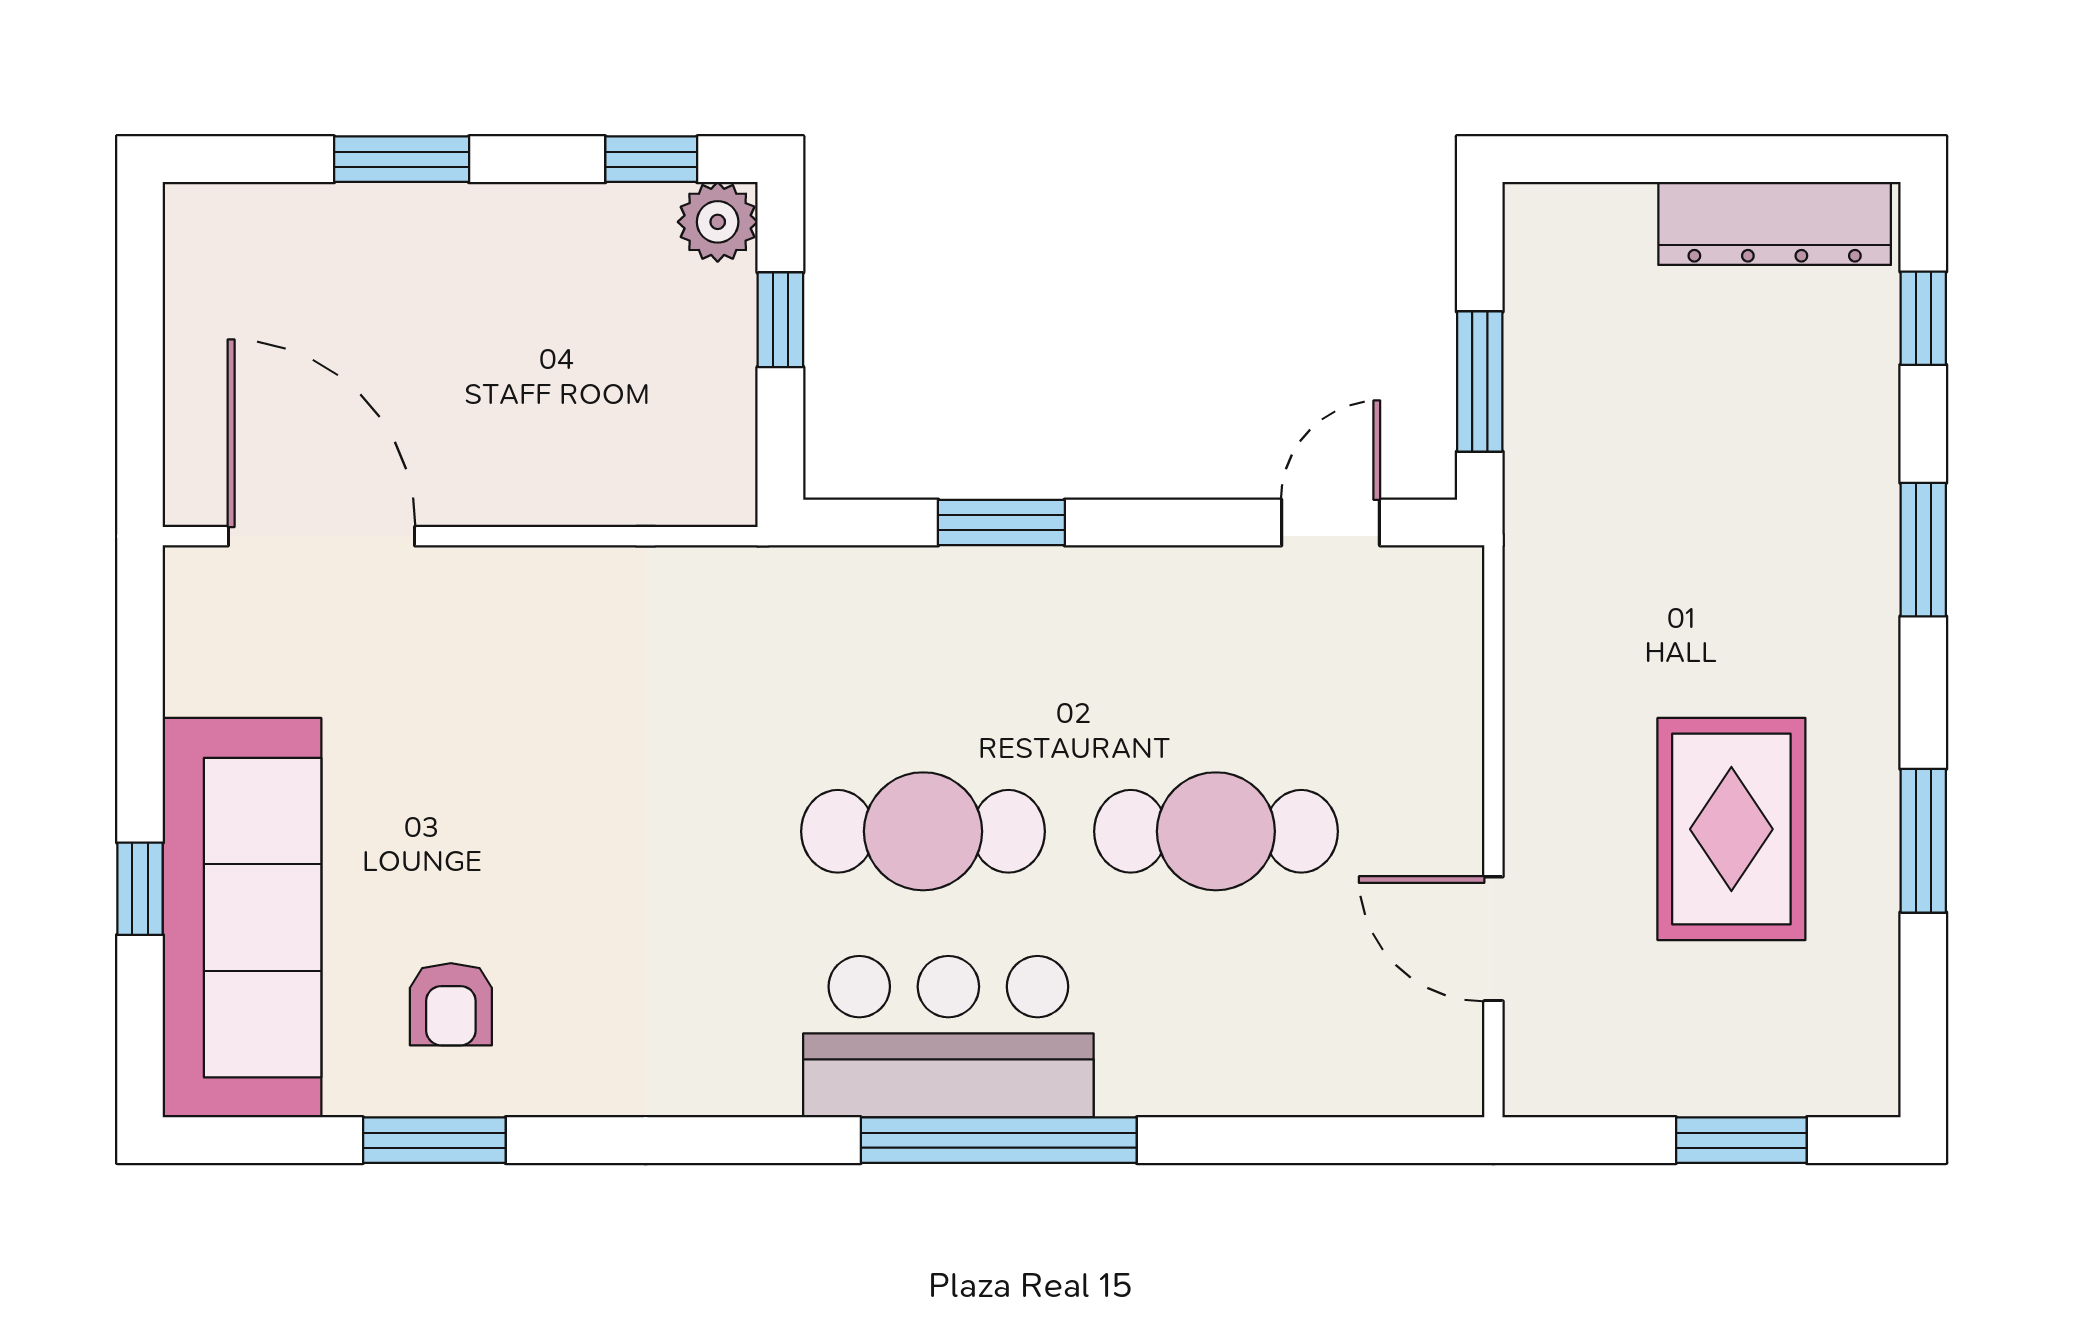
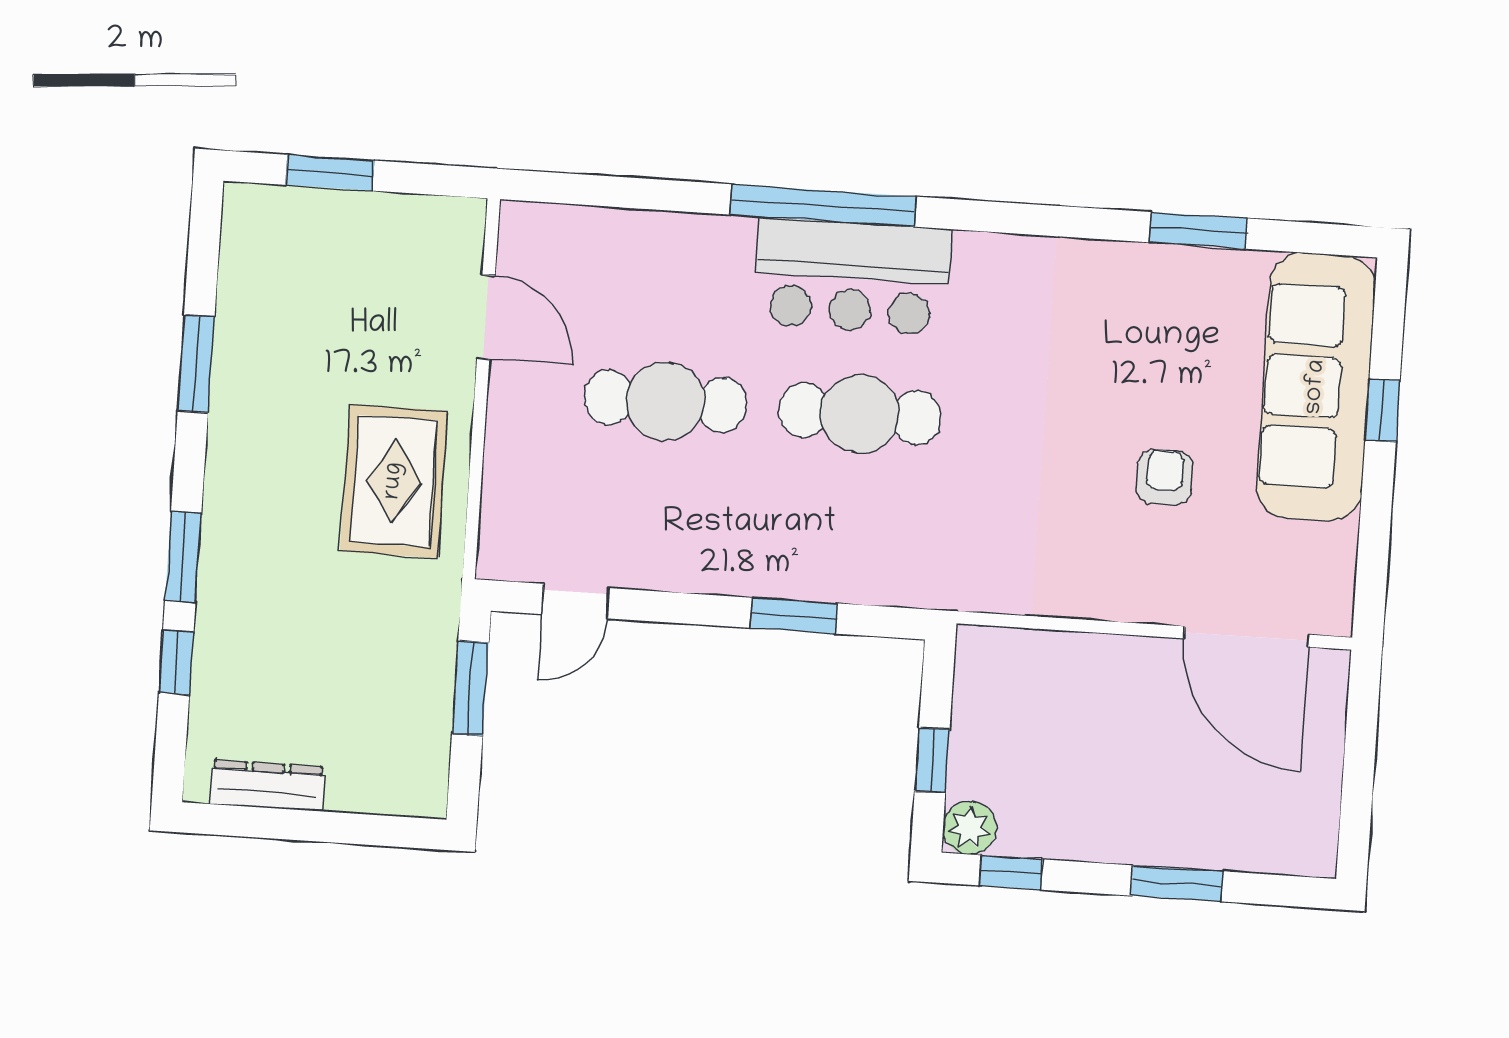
dresser: (1775, 223) -> (267, 786), width x0.73, depth x0.80
window: (1923, 318) -> (176, 662), moved
rug: (1731, 829) -> (394, 481), moved
armchair: (451, 1004) -> (1165, 477), moved

